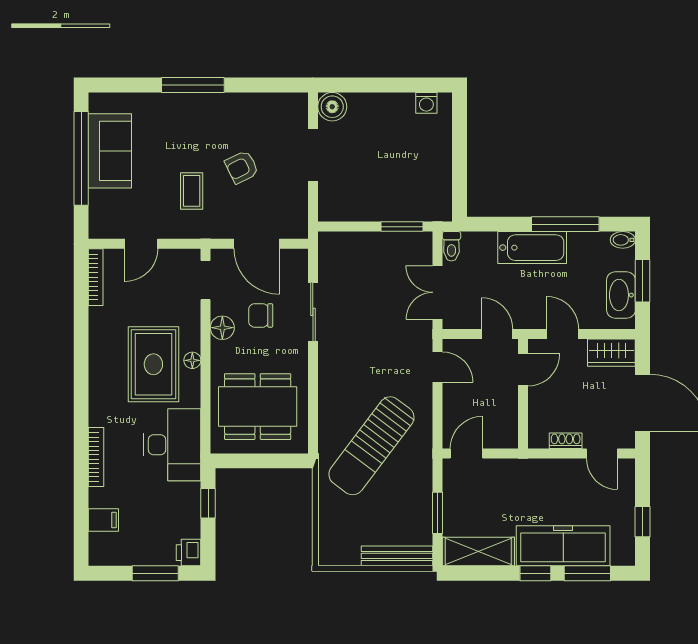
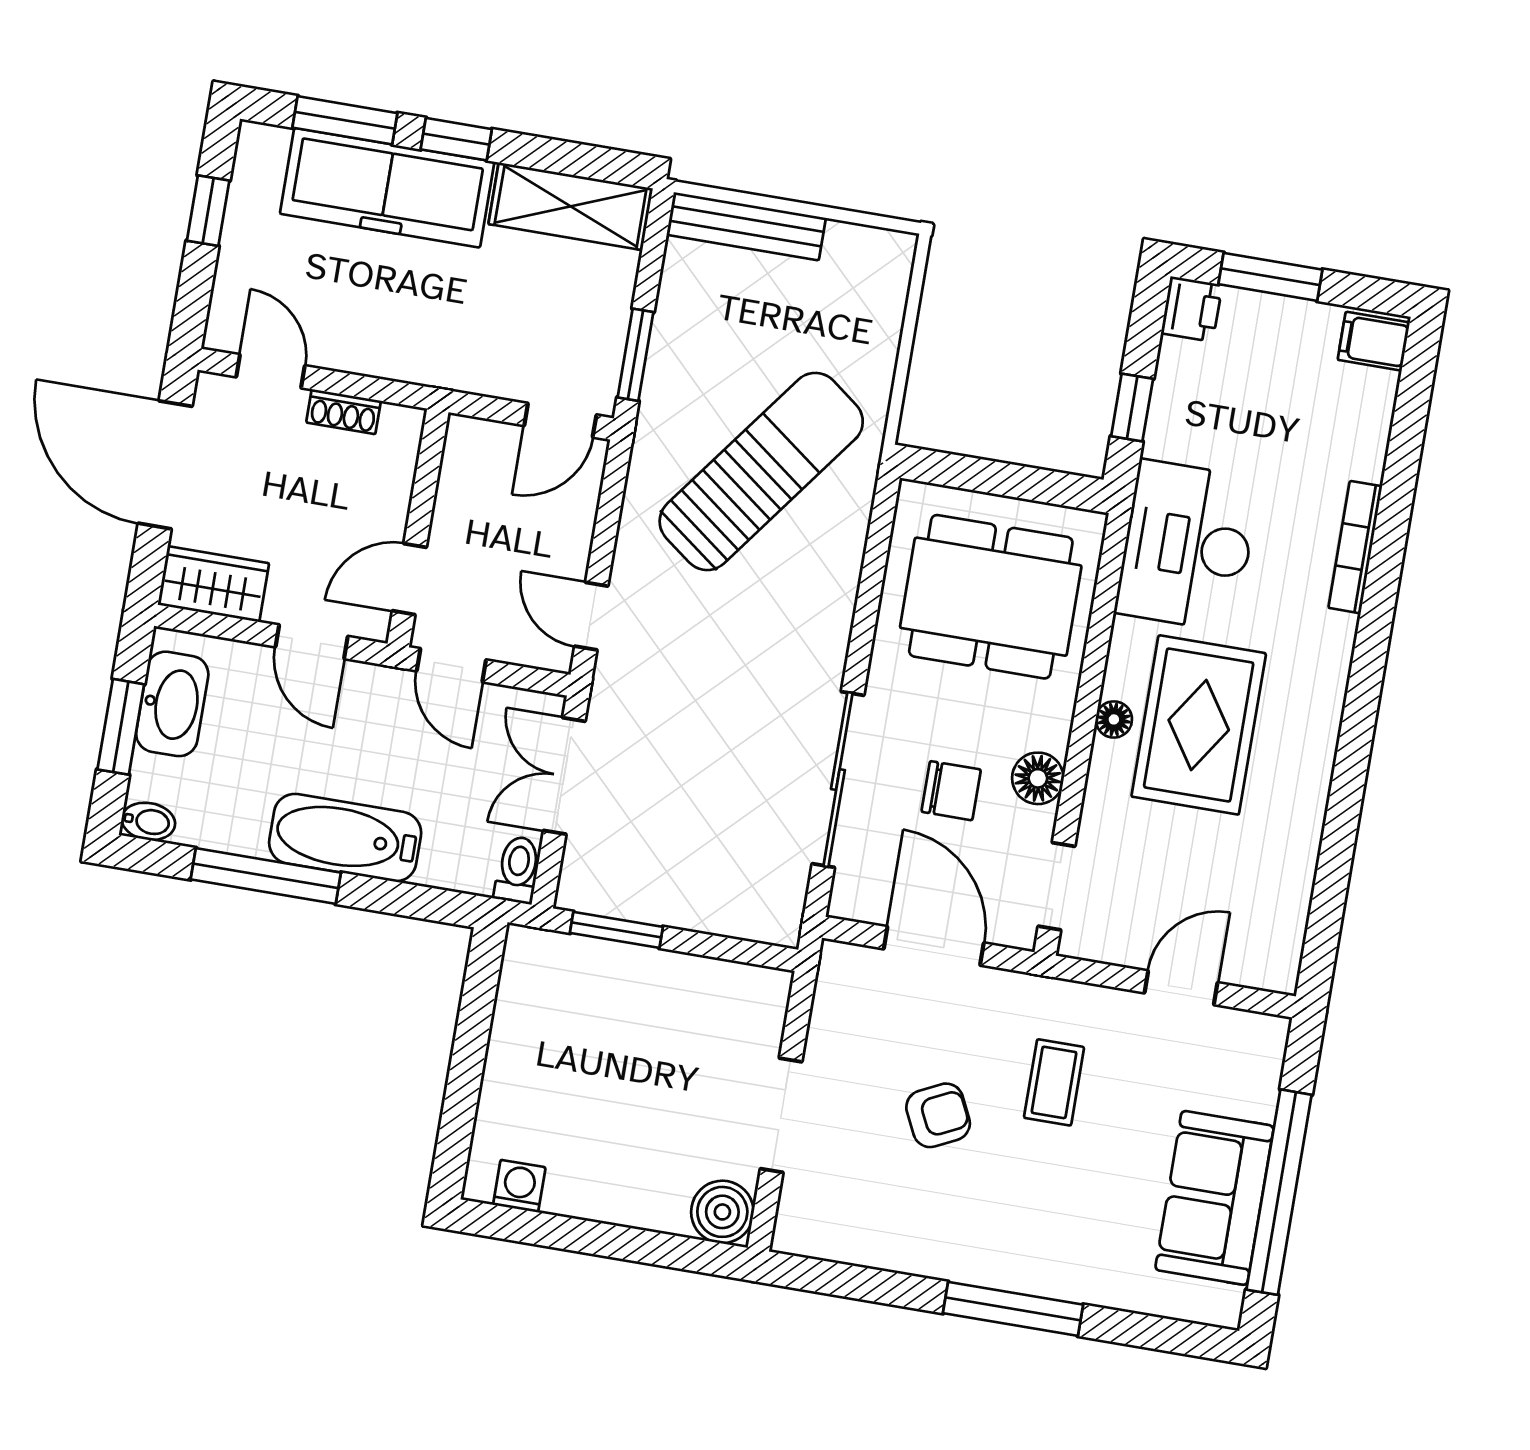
bookcase: (96, 277) -> (1291, 933), removed
double door: (437, 292) -> (564, 776), swing flipped
sliding door: (313, 312) -> (838, 780), width x1.37
window: (437, 513) -> (635, 355), moved
filing cabinet: (103, 520) -> (1374, 341), moved

